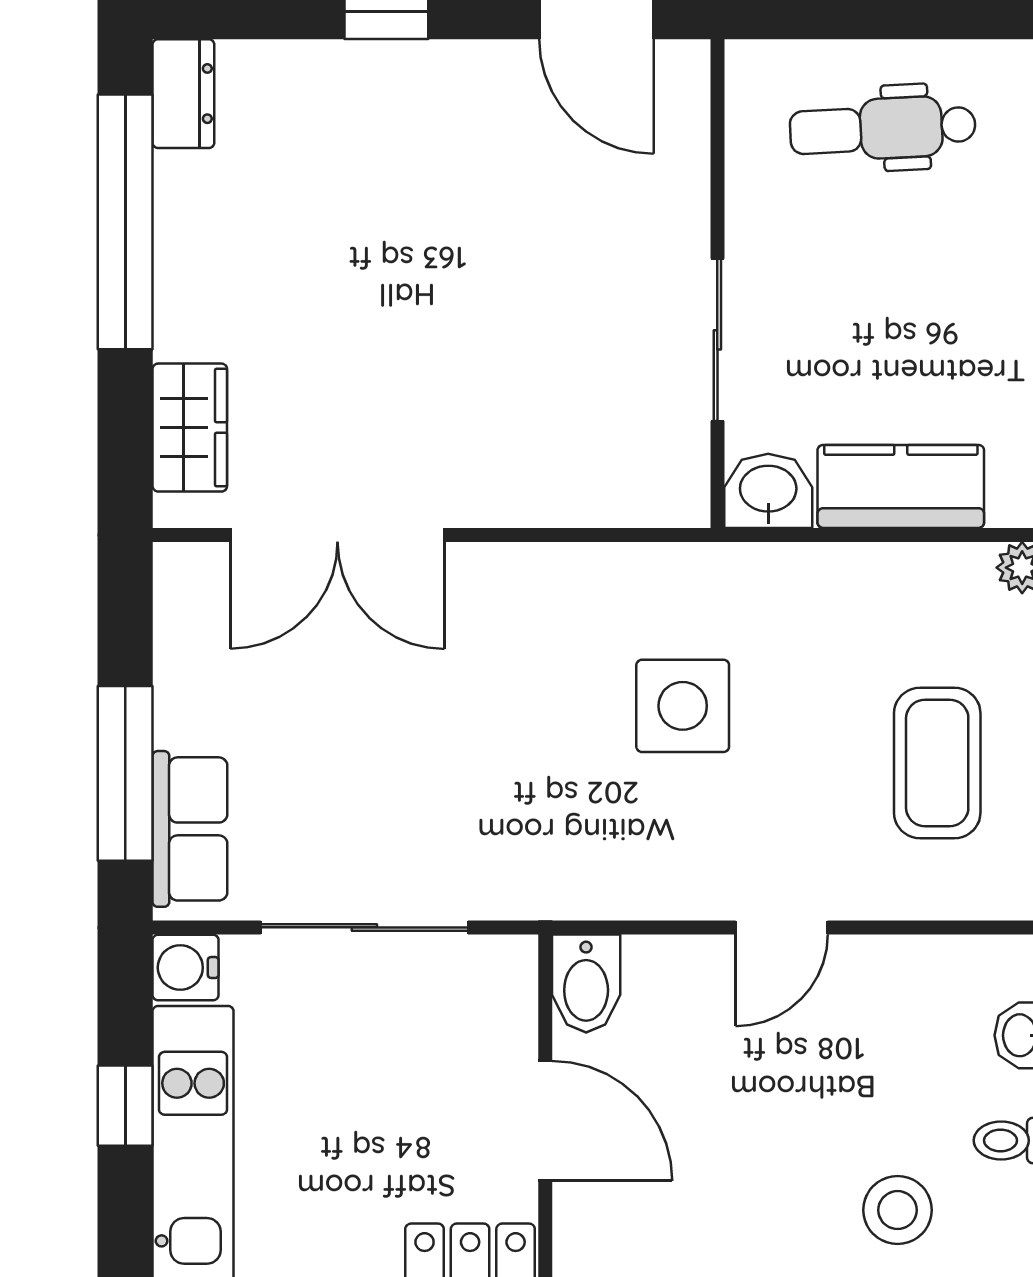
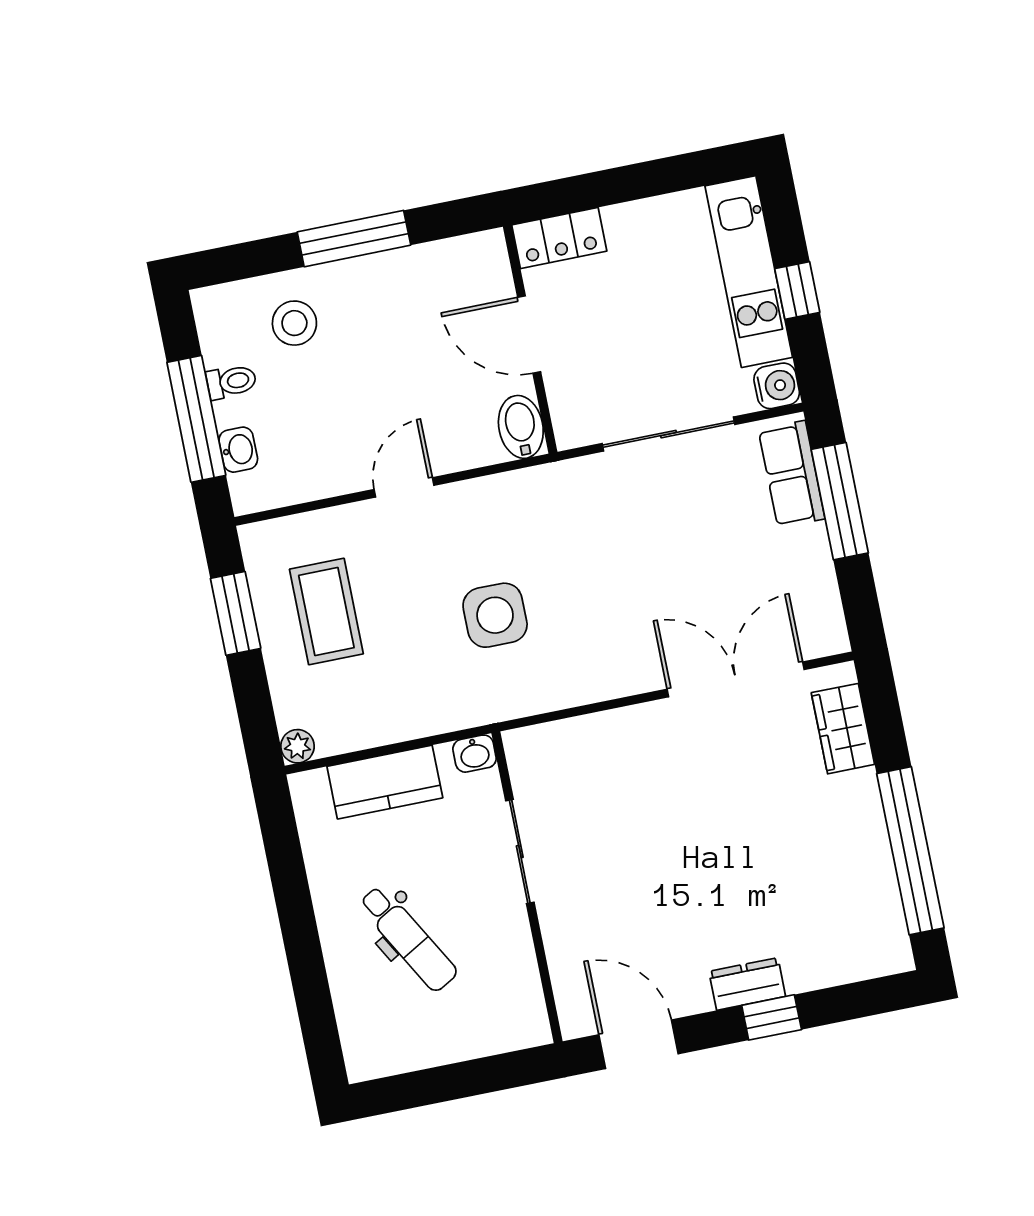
dresser: (183, 94) -> (747, 984), moved, turned 90
dental chair: (883, 128) -> (408, 939), moved, turned 63
washbasin: (768, 491) -> (475, 754), width x0.72, depth x0.69

